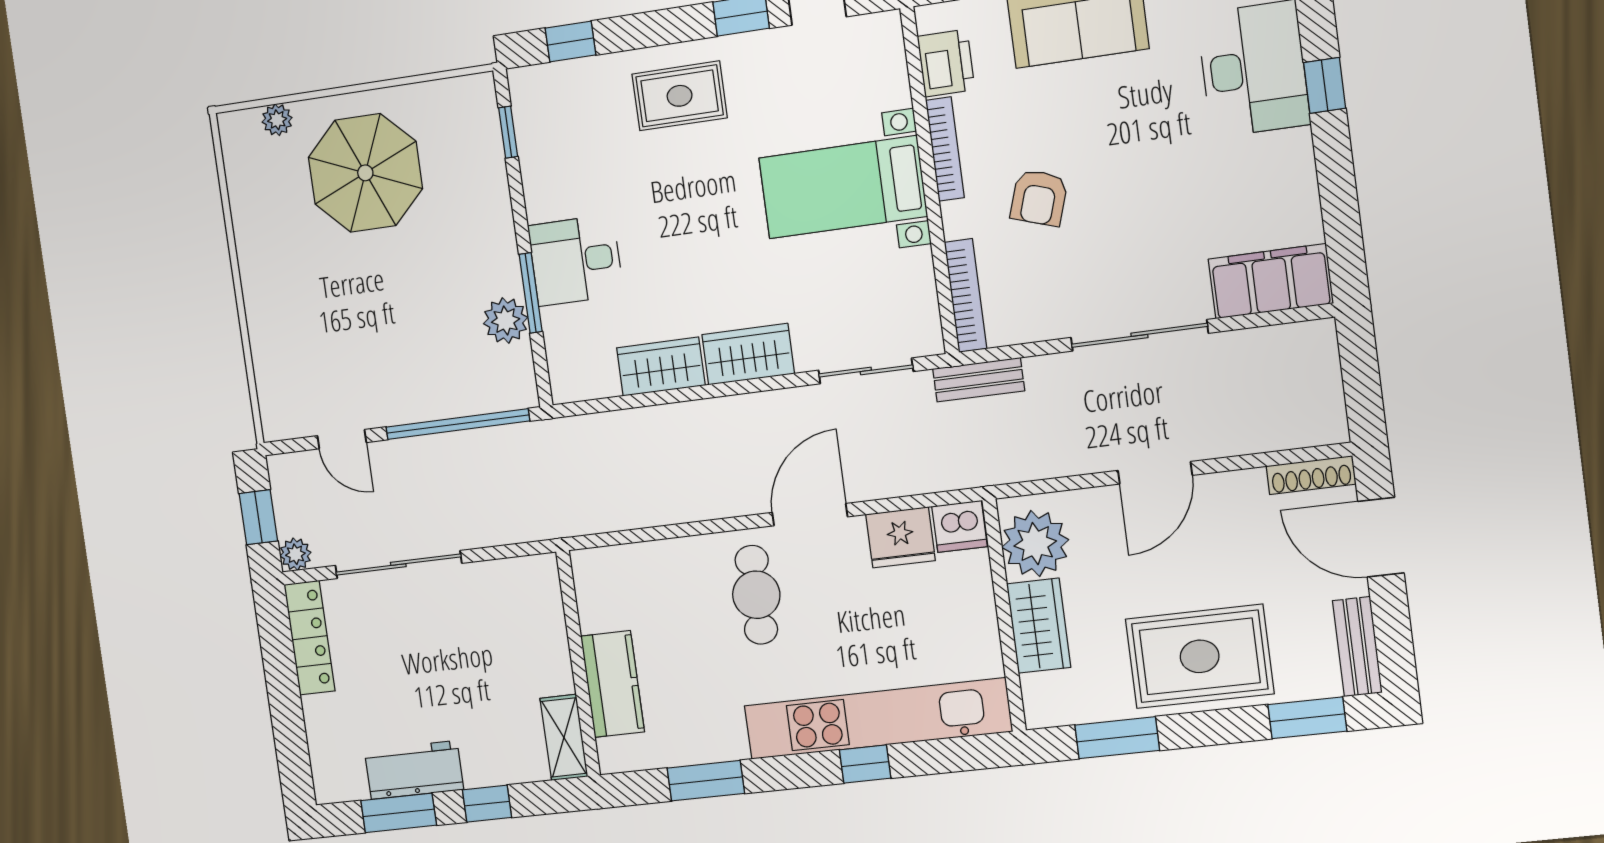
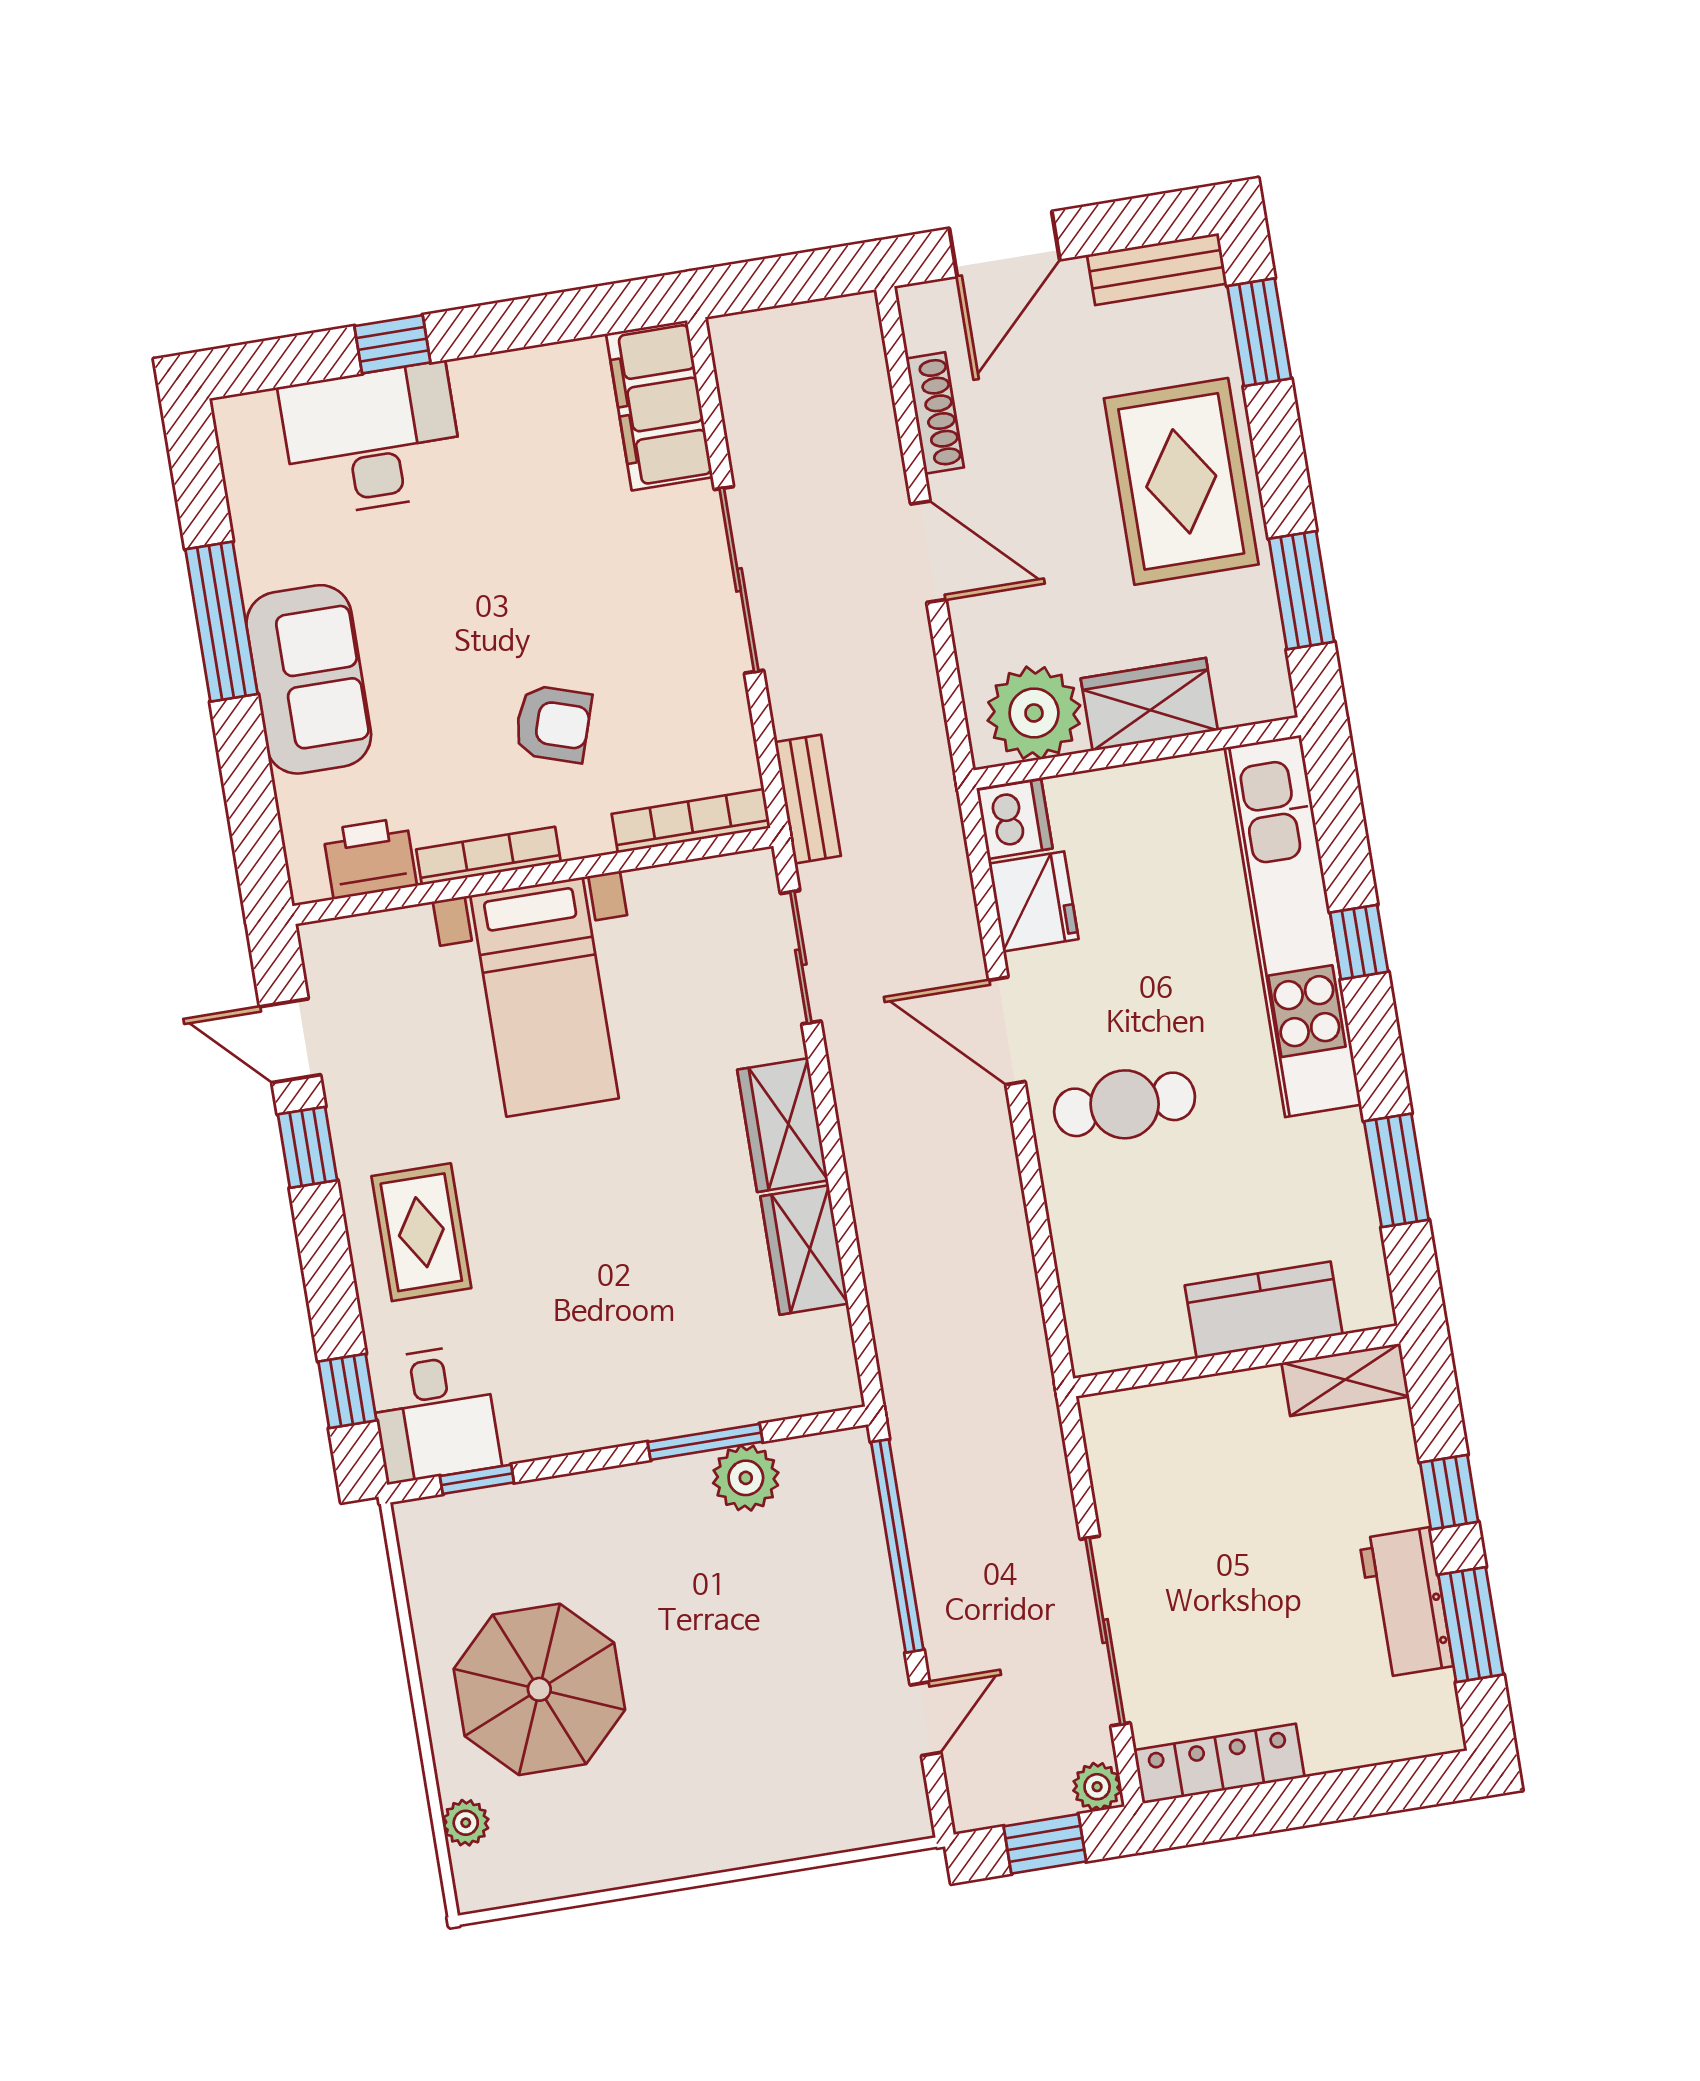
desk: (576, 260) -> (434, 1413), moved
shoe rack: (1311, 475) -> (935, 413), moved

